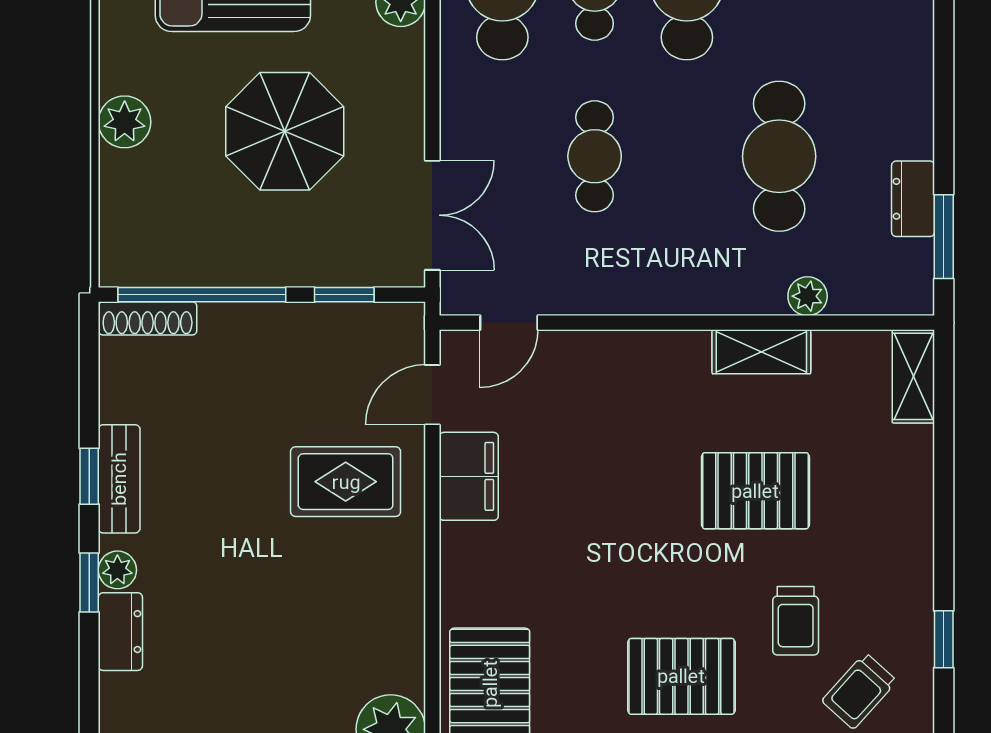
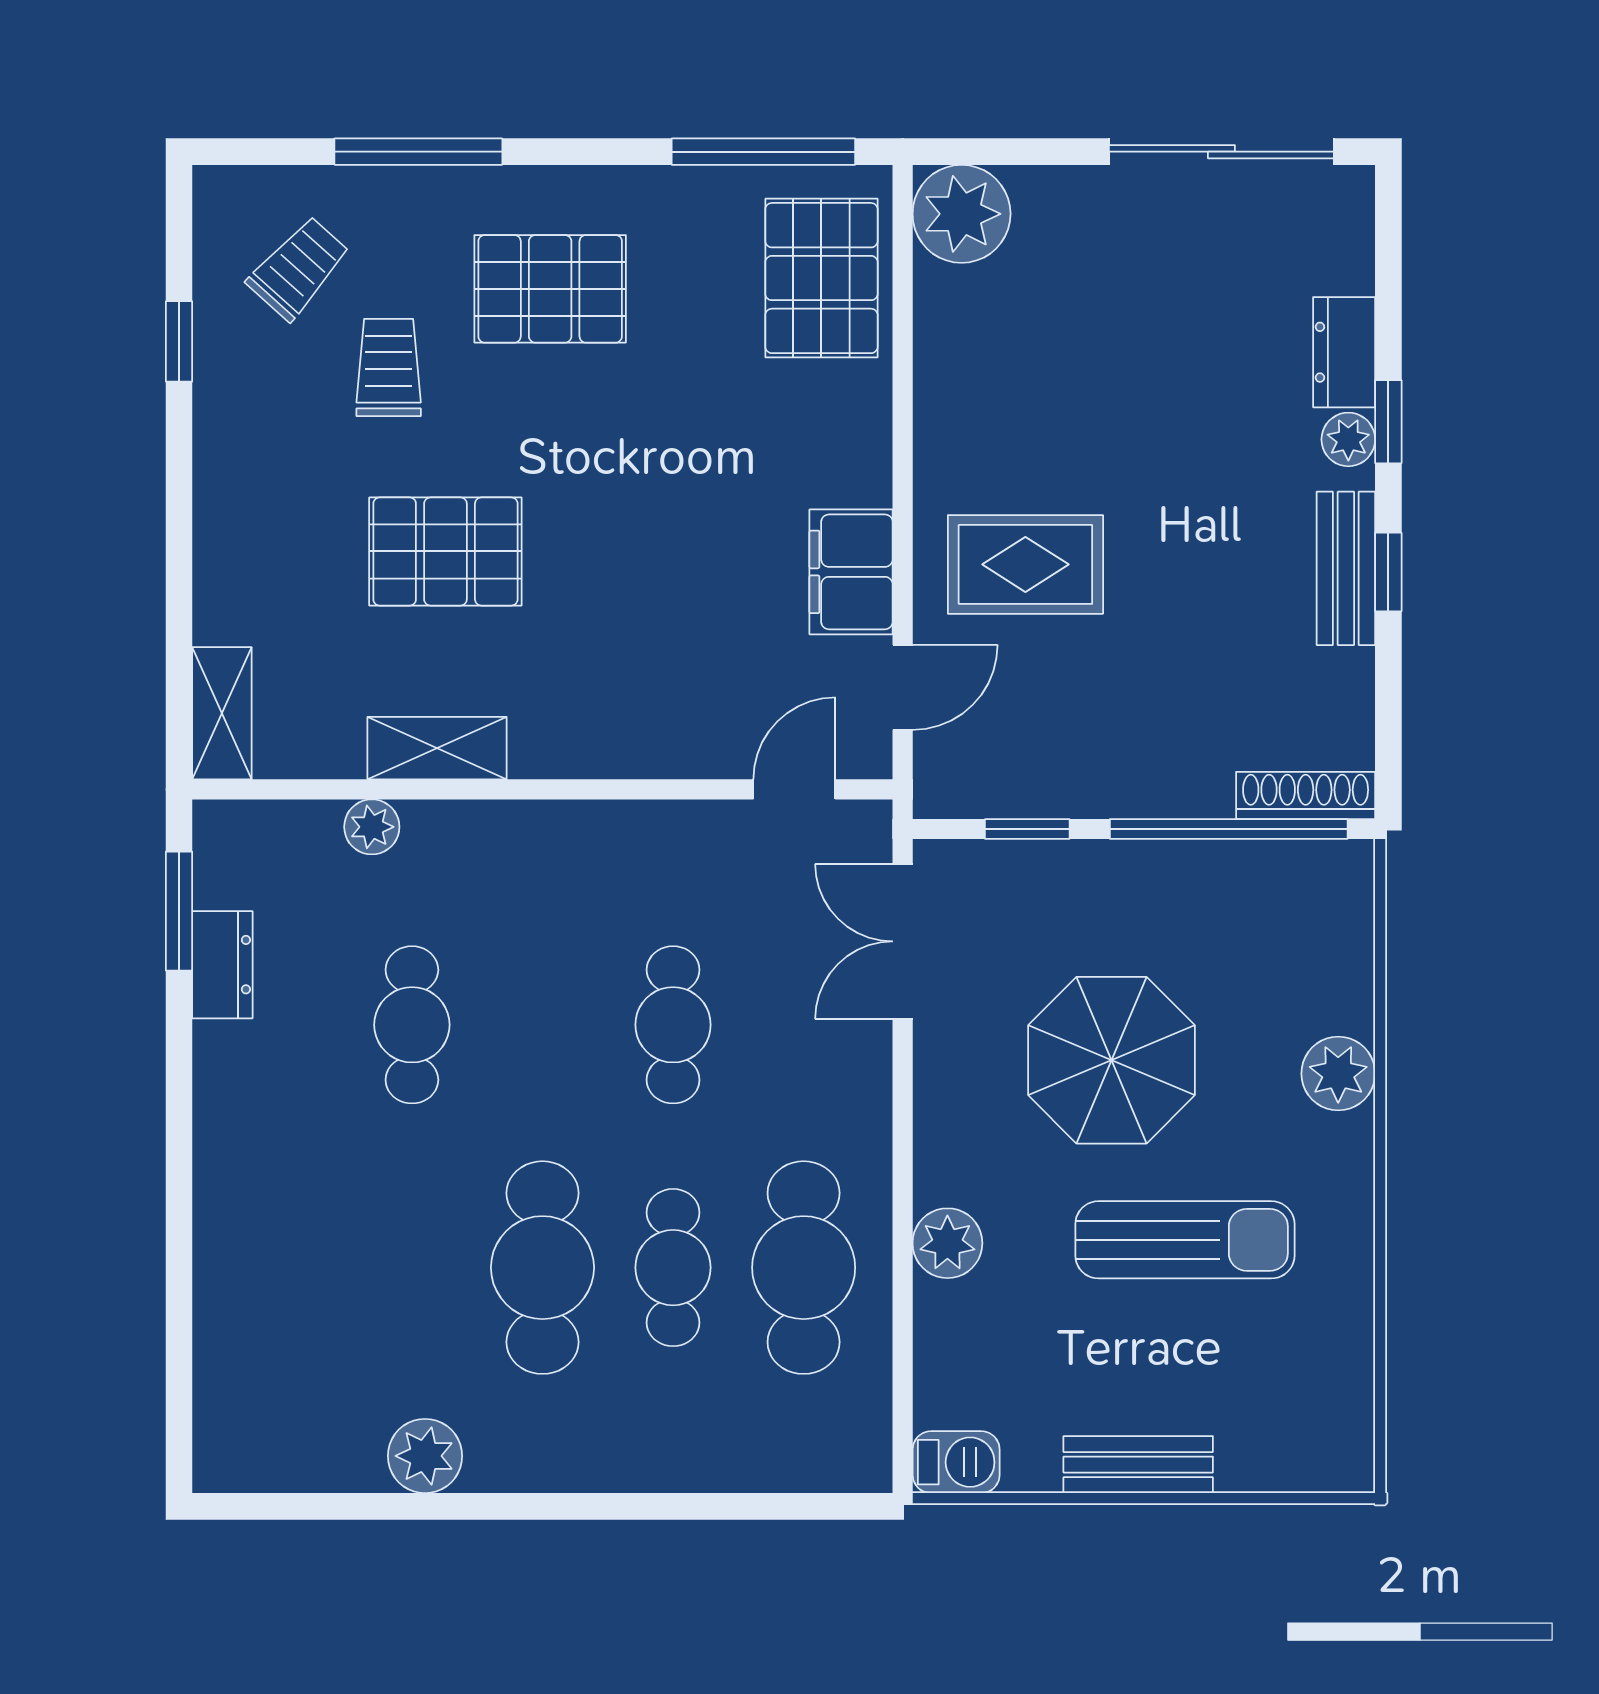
cafe table: (779, 156) -> (412, 1025), width x0.73, depth x0.74

